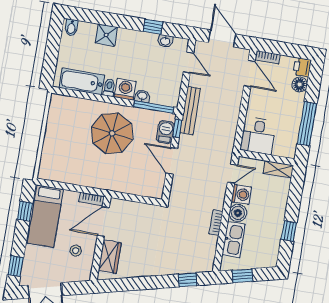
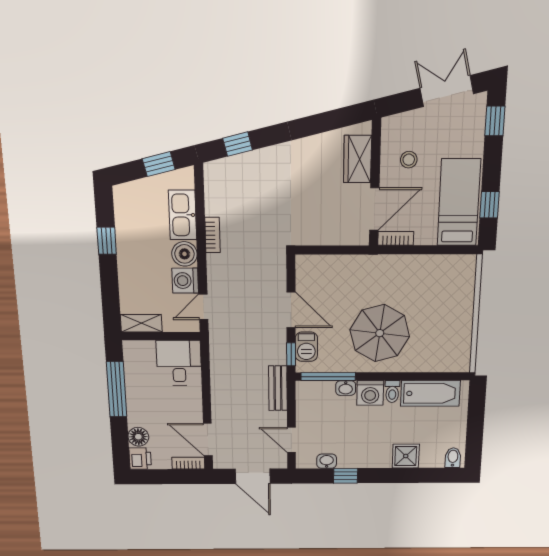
bench: (190, 111) -> (278, 388), width x0.73

